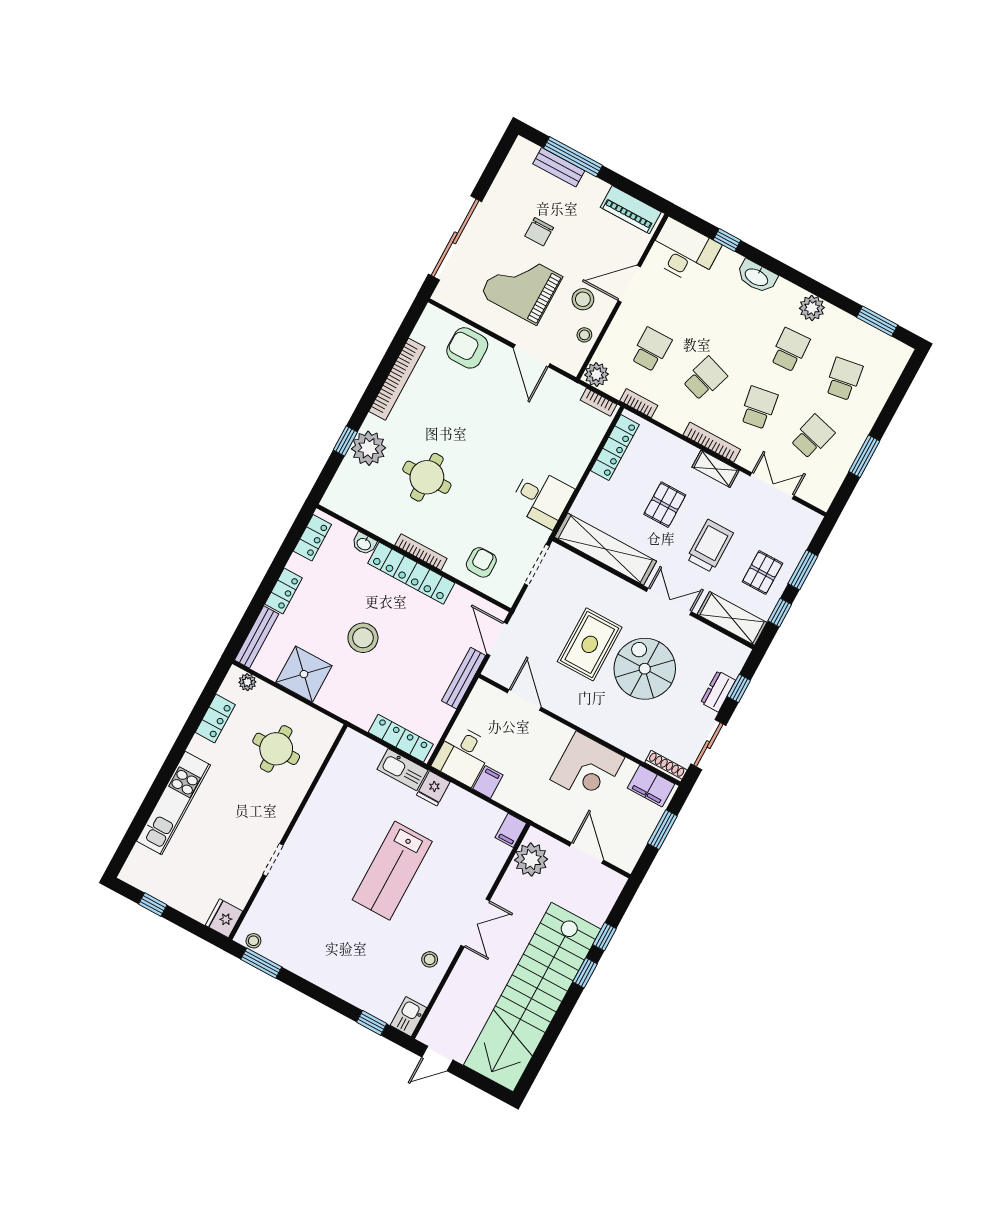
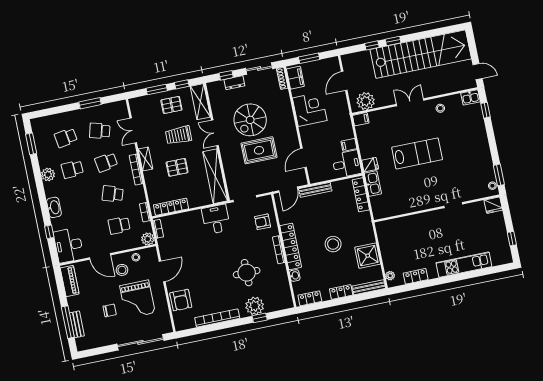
round table: (276, 749) -> (407, 241), removed

